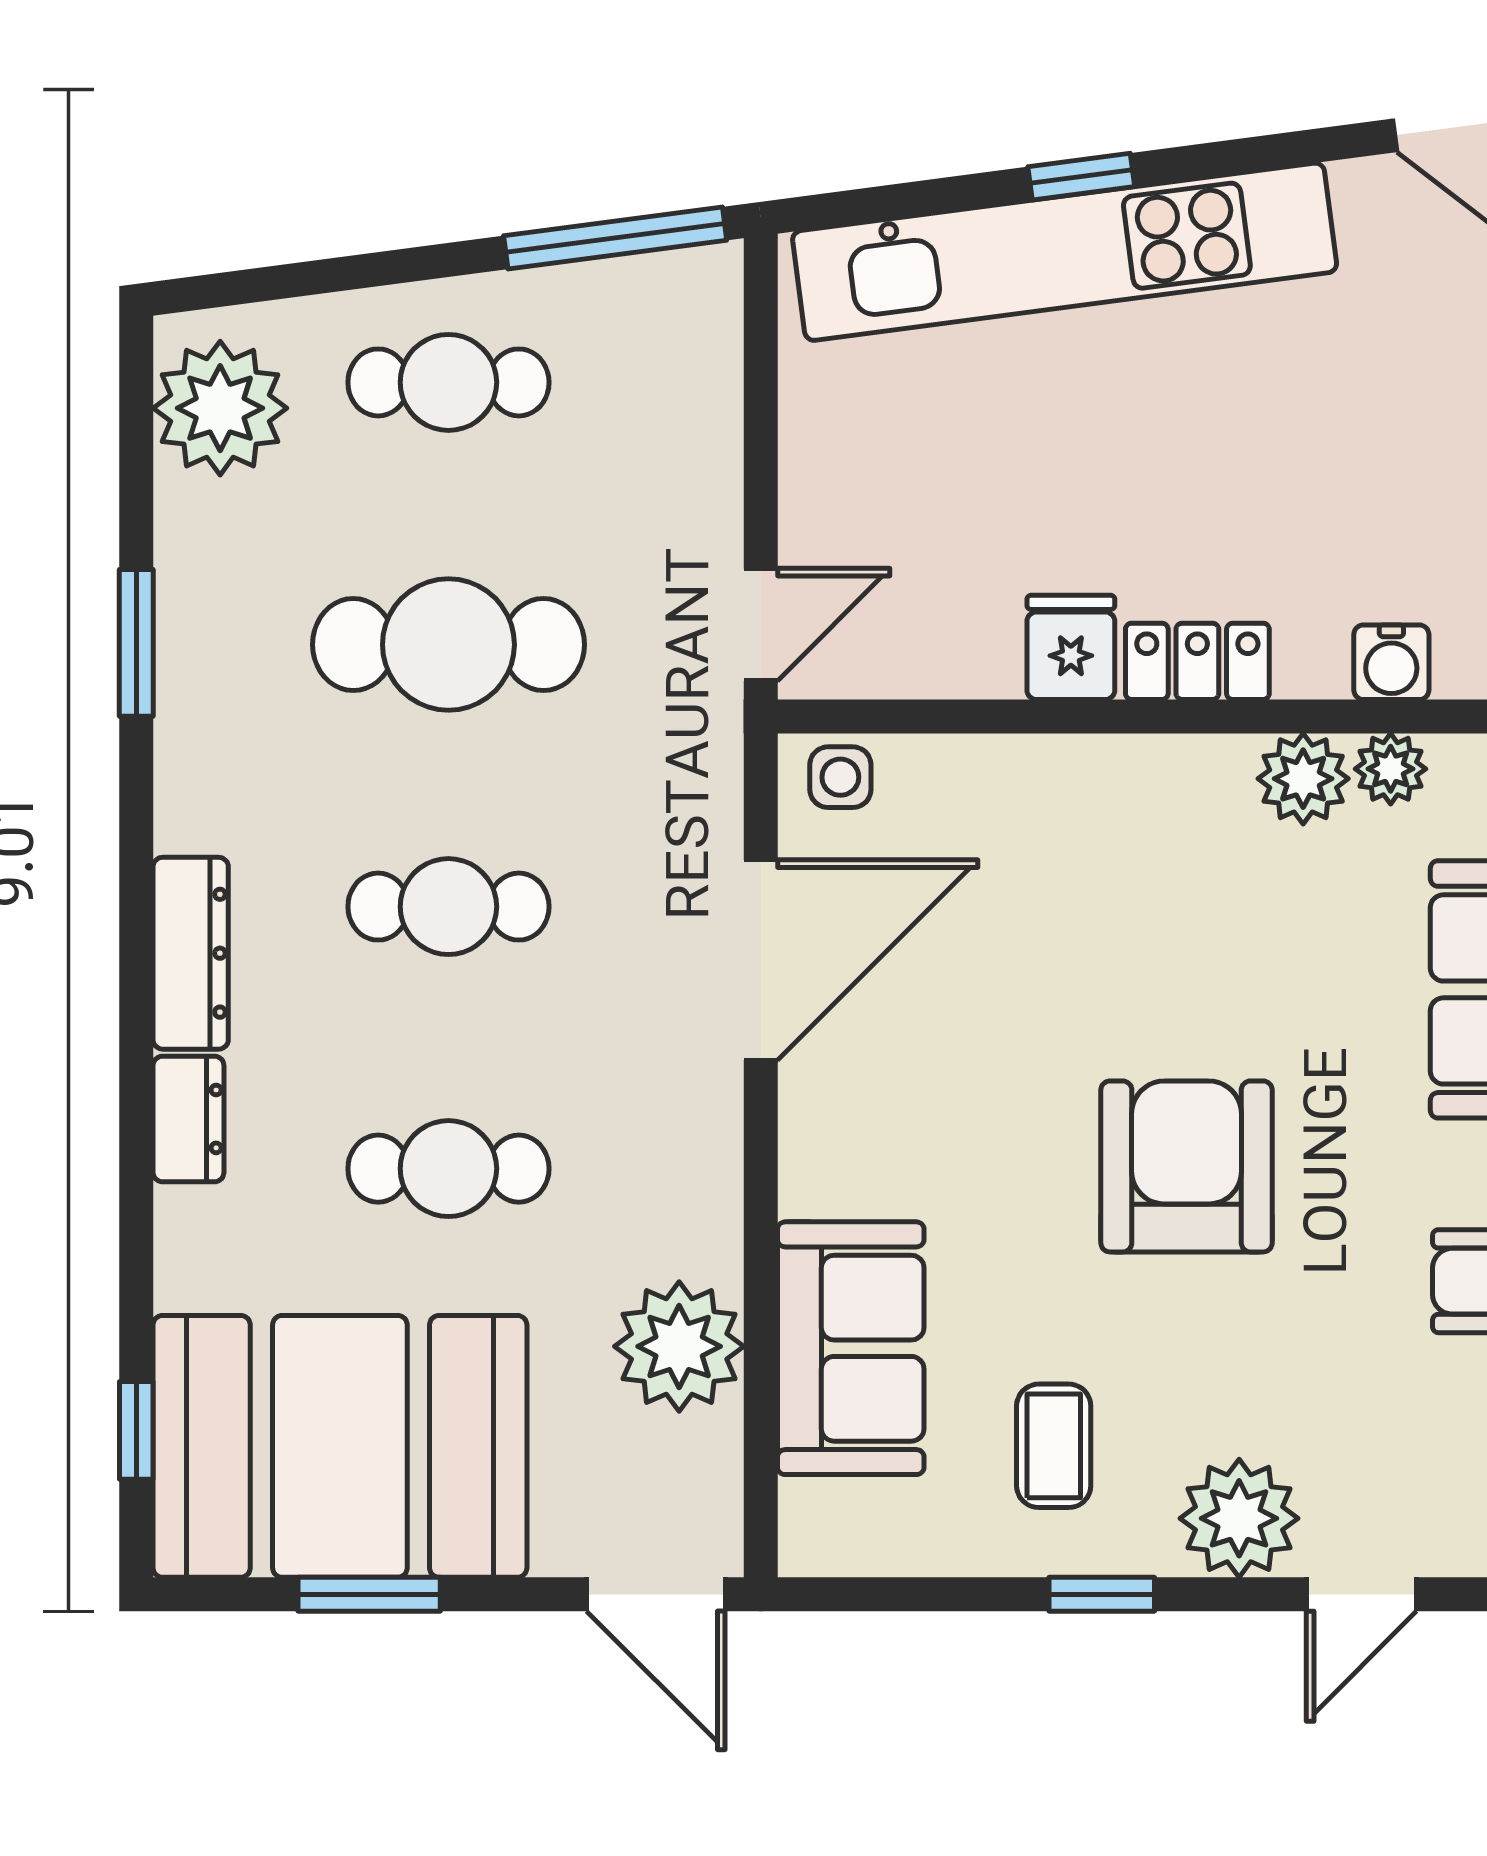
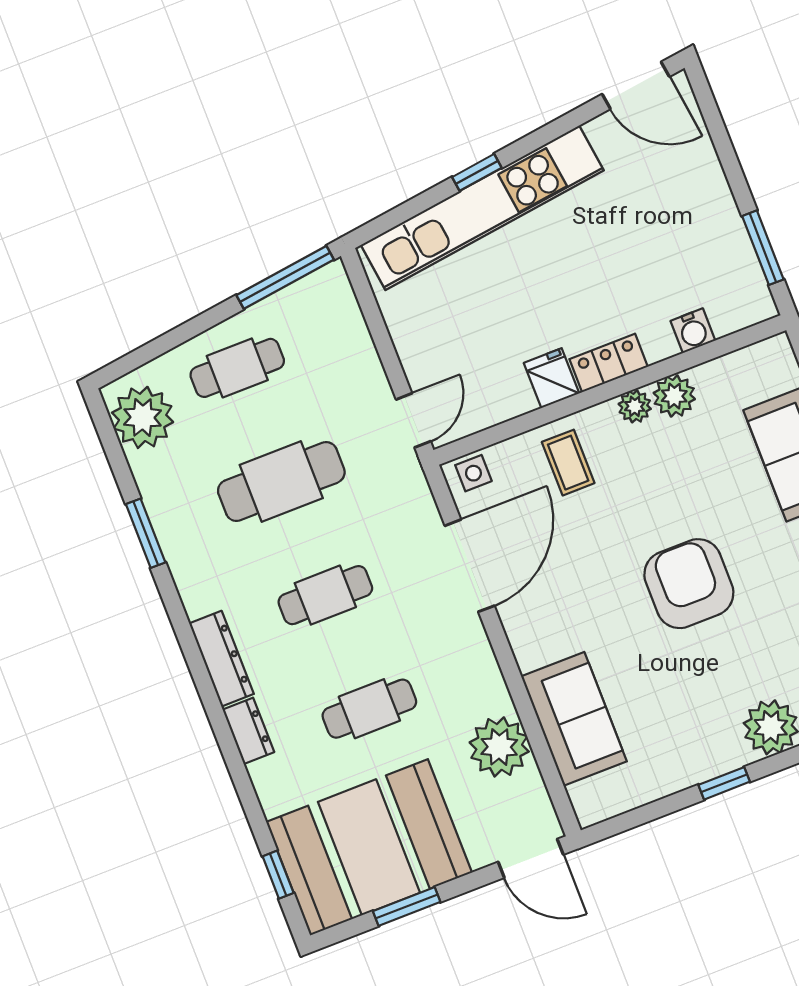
plant: (1391, 769) -> (635, 406), moved
coffee table: (1054, 1446) -> (568, 463), moved

